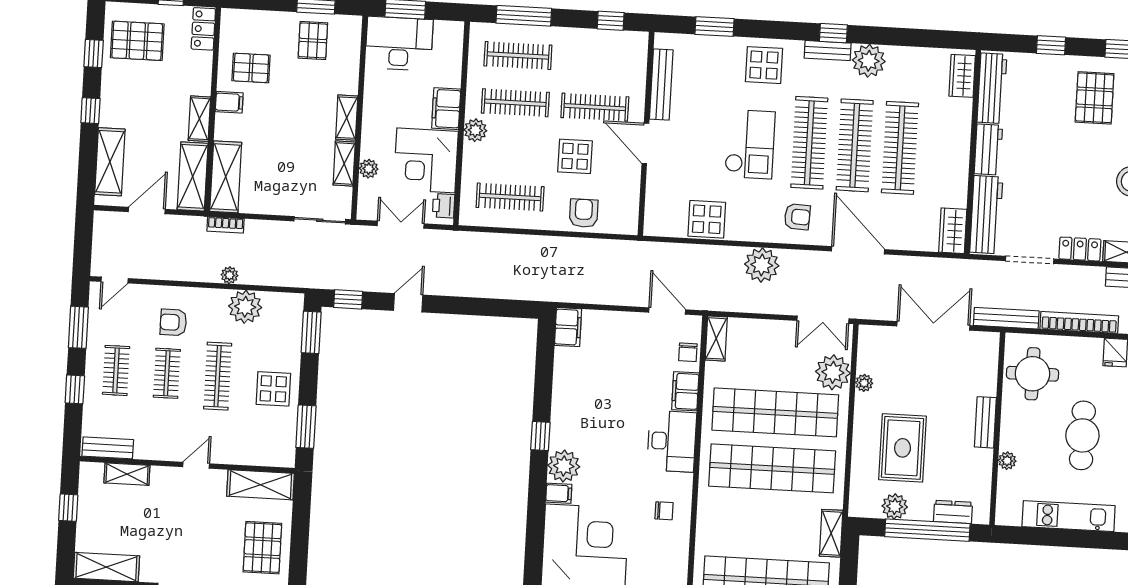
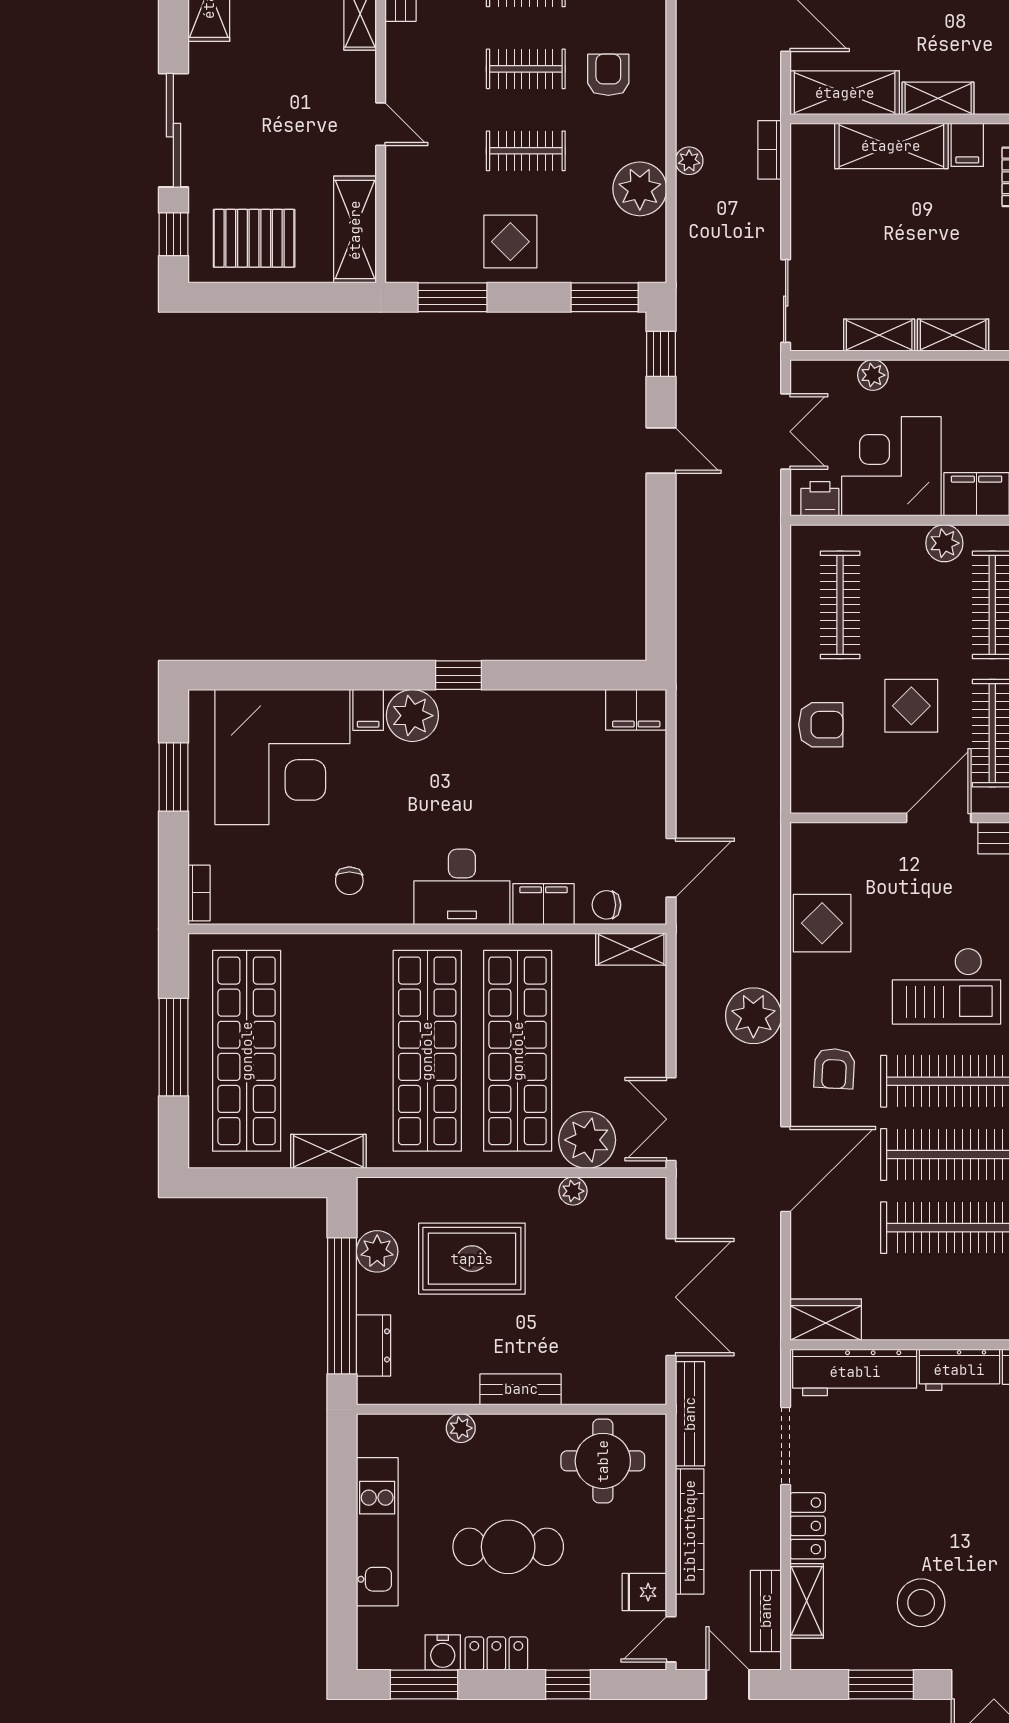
shelving: (226, 177) -> (891, 146), moved
clothes rail: (218, 376) -> (526, 151), width x0.73

